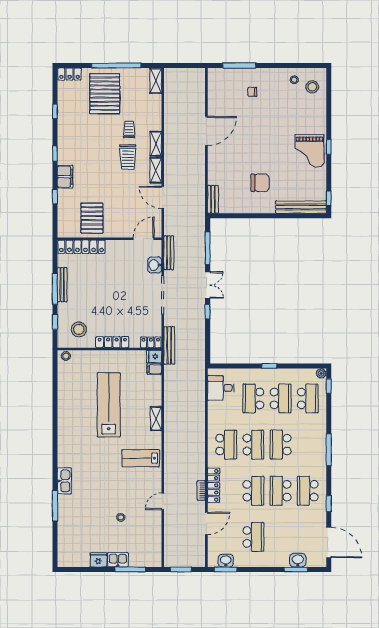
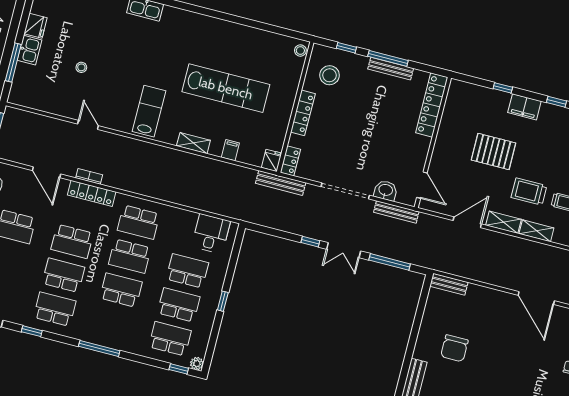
pallet: (92, 218) -> (493, 151), moved
filing cabinet: (154, 369) -> (230, 150), moved
school desk: (281, 398) -> (179, 305), turned 180
school desk: (308, 398) -> (170, 339), turned 180

